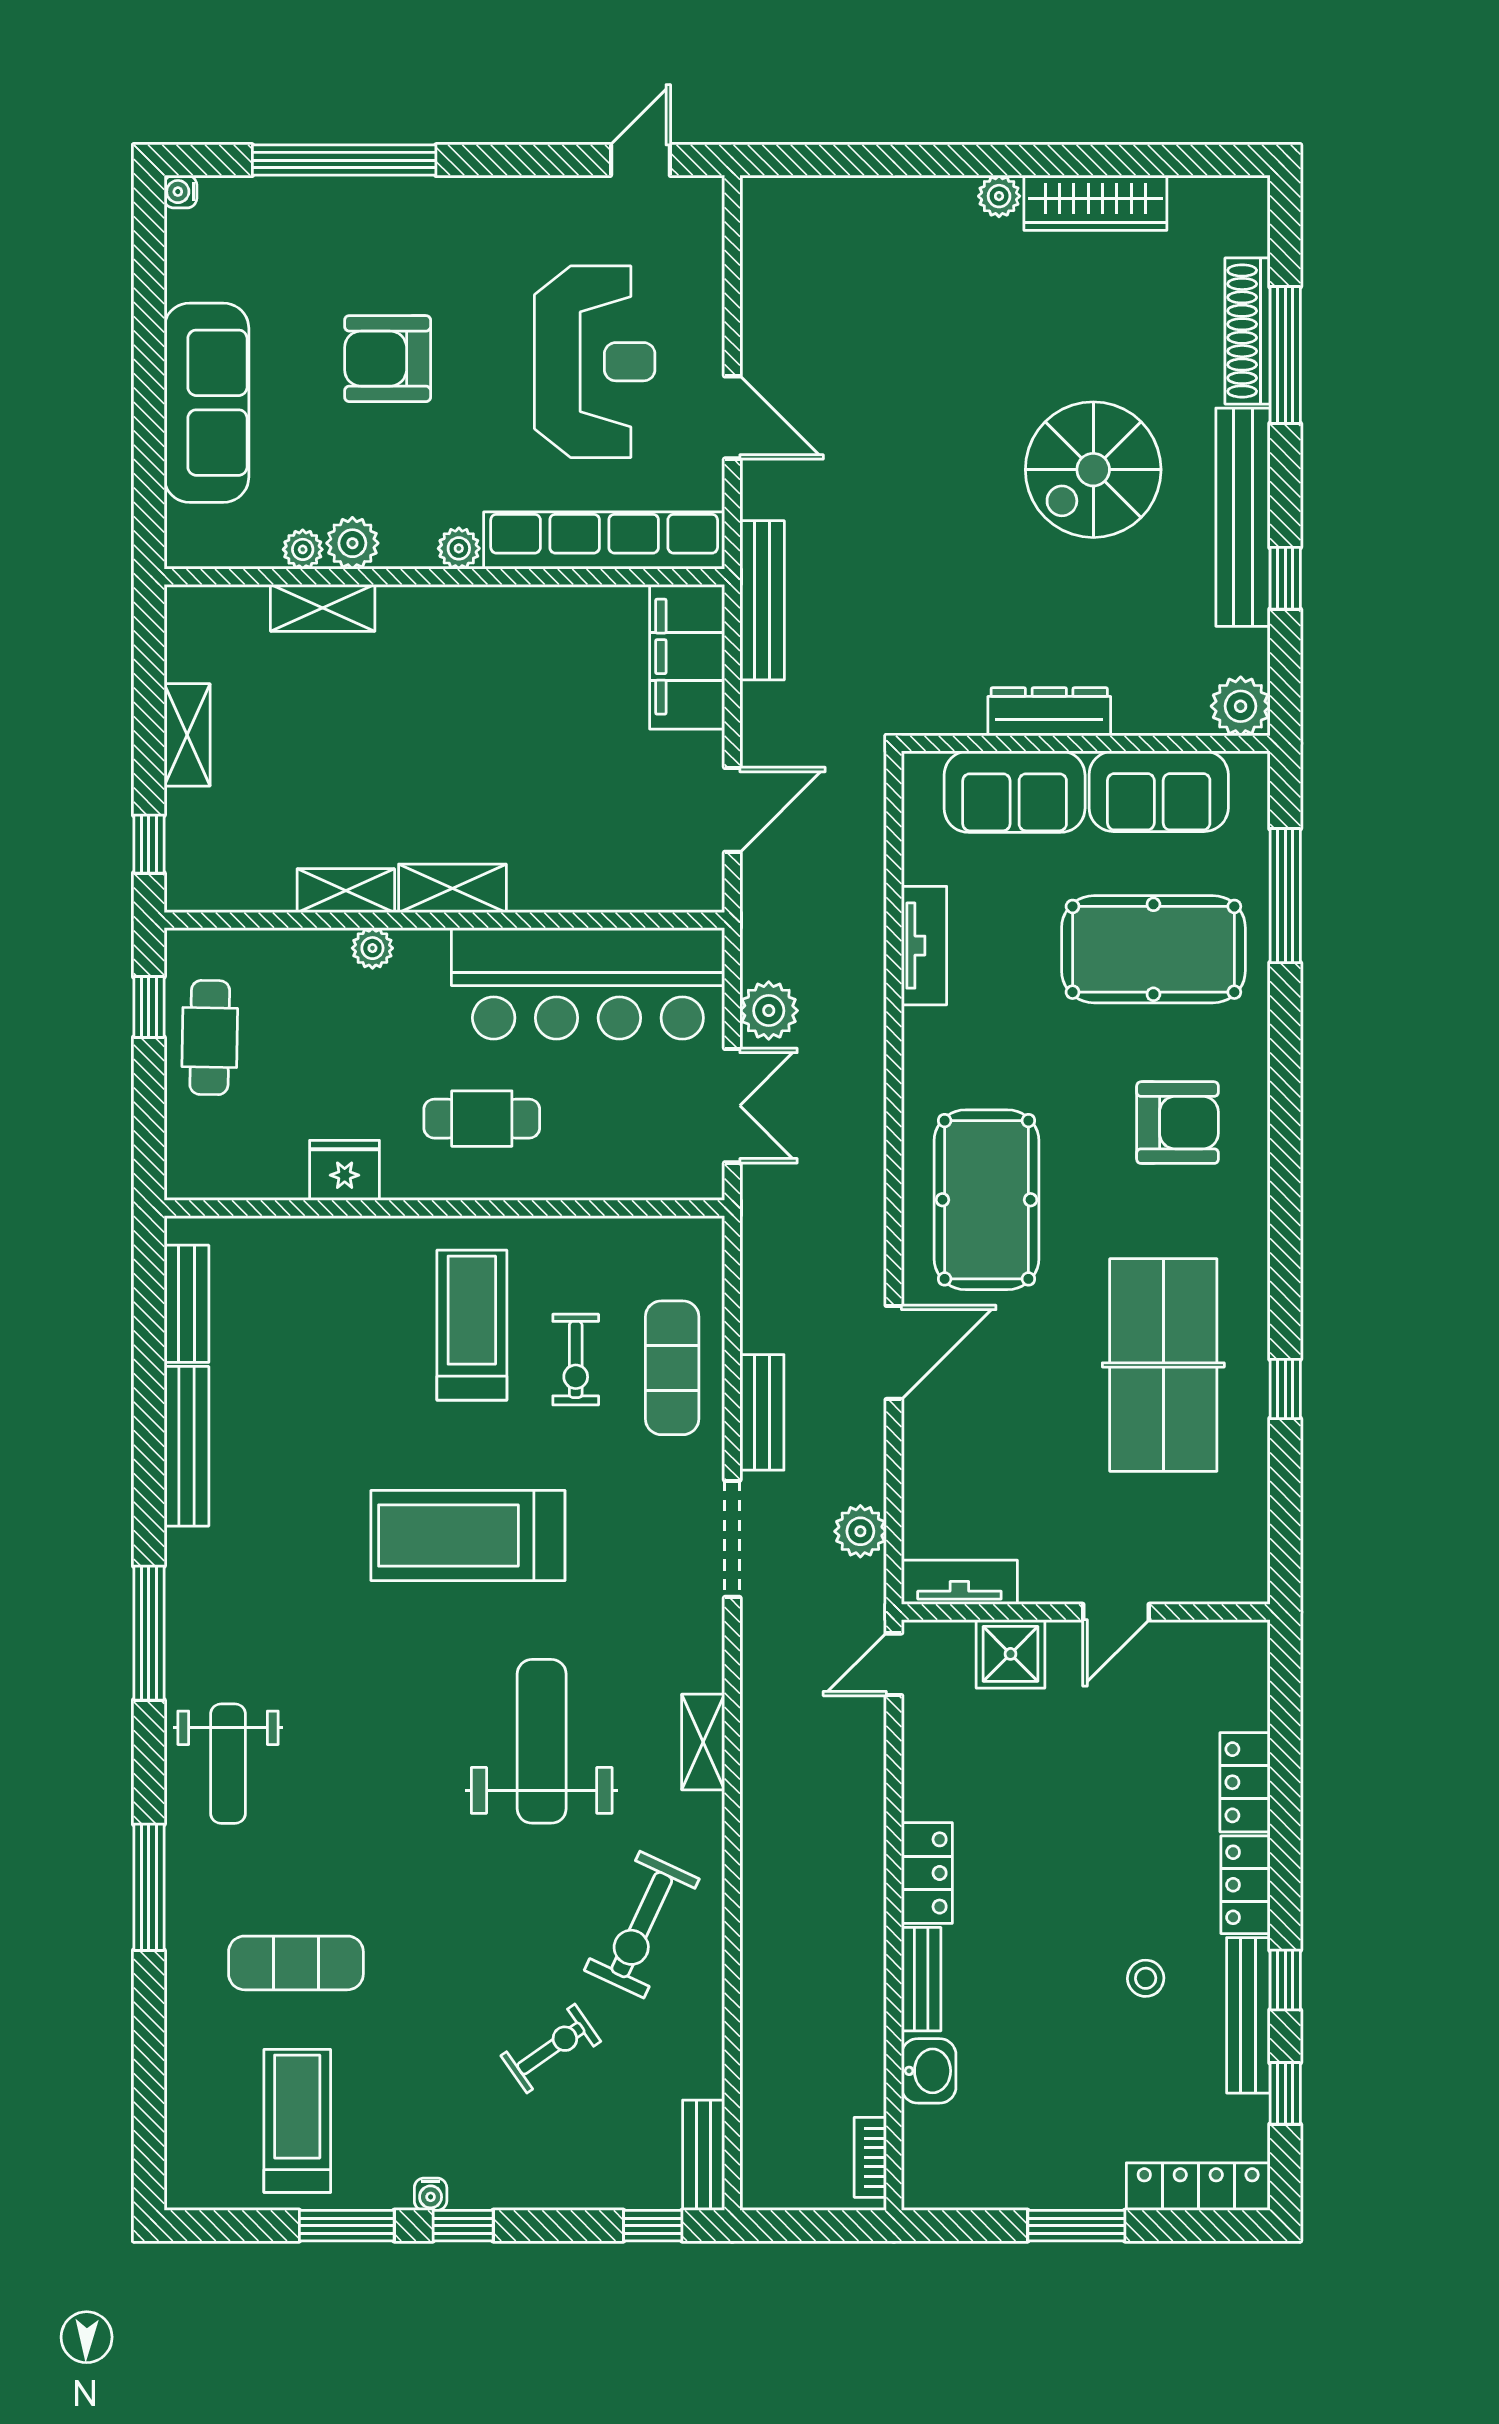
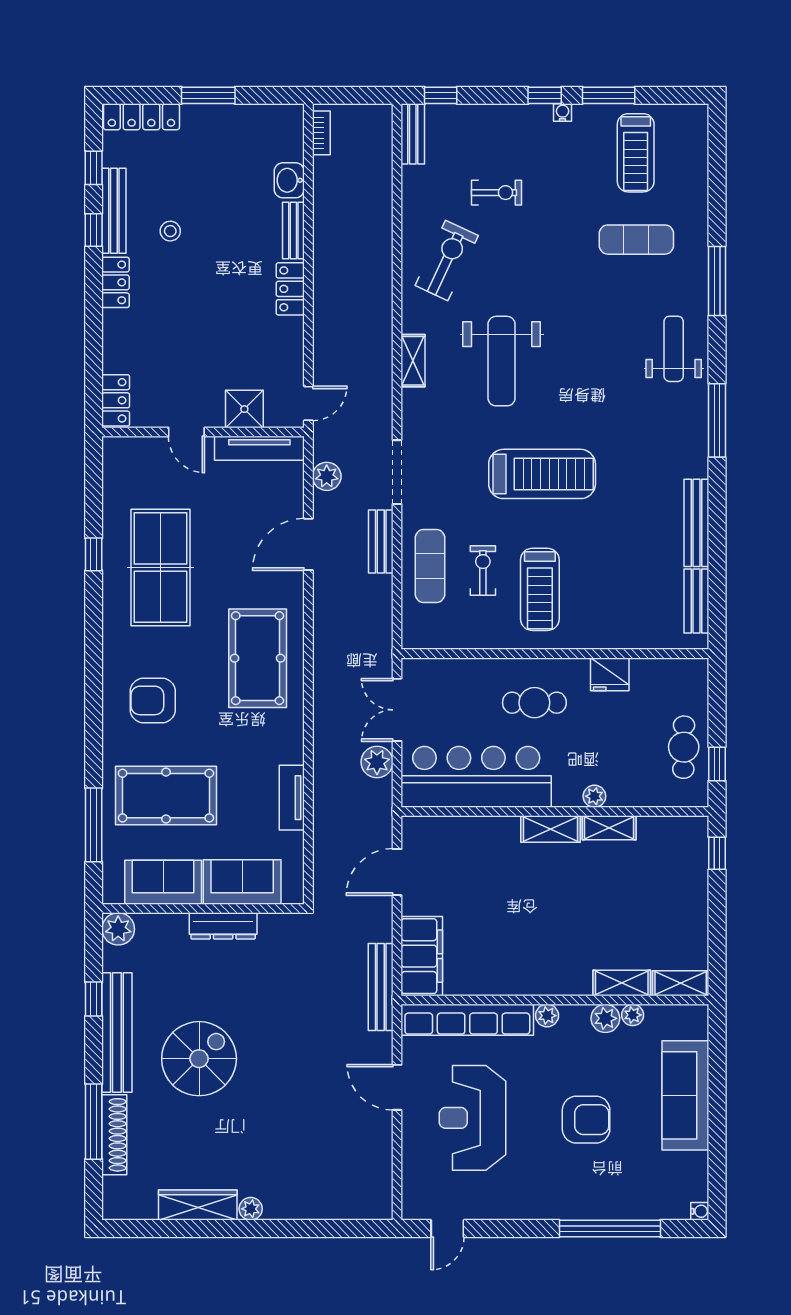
shelving: (187, 735) -> (681, 983), moved, turned 90
door: (894, 1352) -> (308, 544), moved
tv unit: (959, 1582) -> (259, 448), width x1.41
door: (1116, 1612) -> (186, 432), swing flipped
locker: (1245, 1782) -> (116, 400), moved
exercise bike: (551, 2049) -> (497, 193), turned -145

